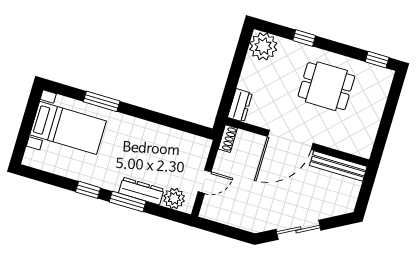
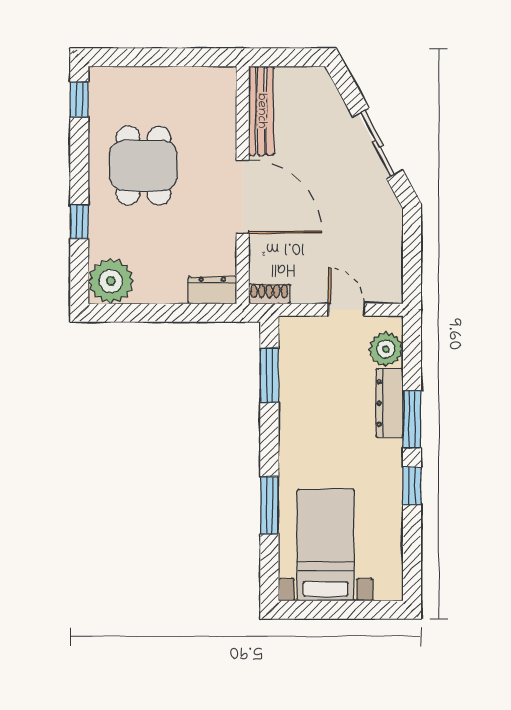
window: (179, 124) -> (269, 375), added

